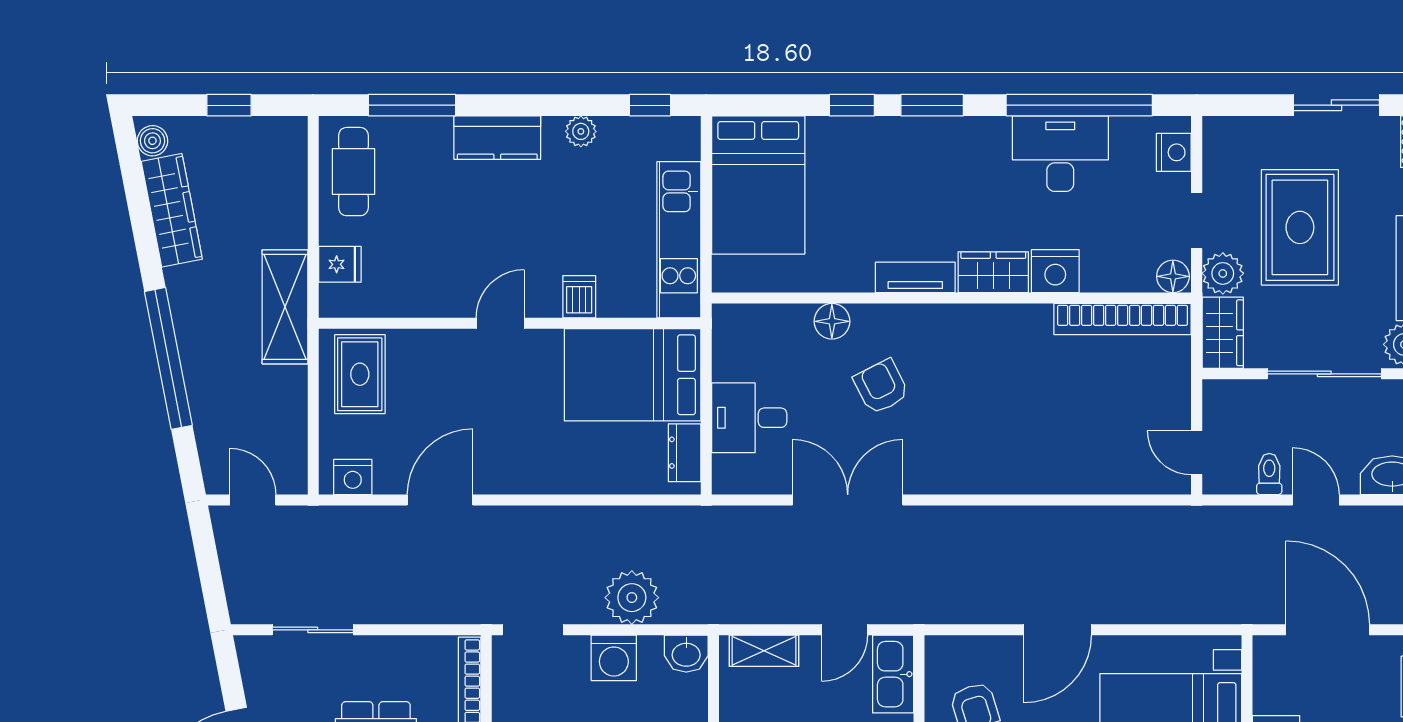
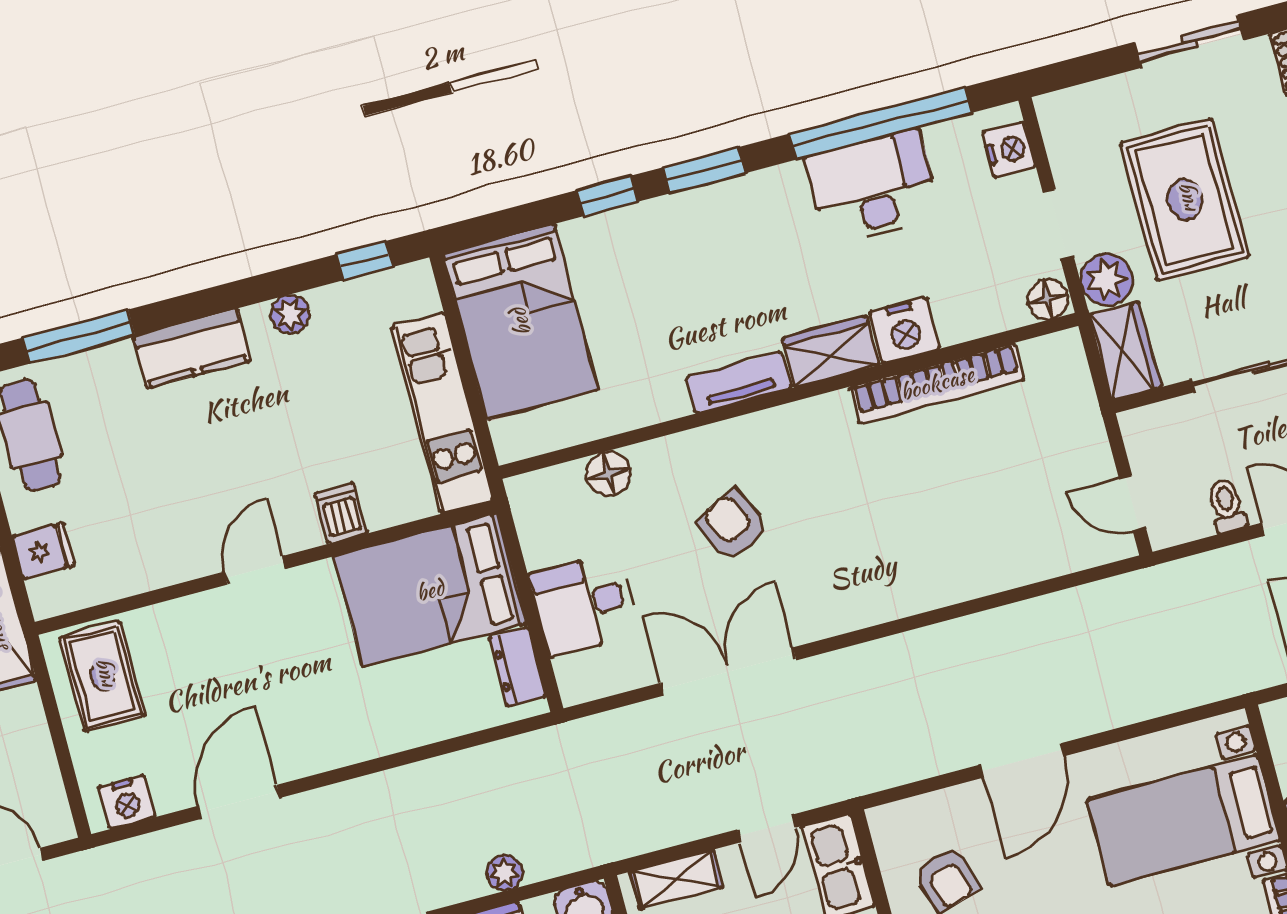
bookcase: (1123, 319) -> (937, 383), moved
floor lamp: (832, 321) -> (608, 474), moved
plant: (632, 598) -> (504, 873), width x0.53, depth x0.53

